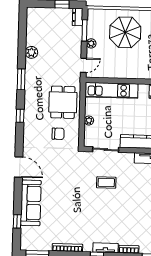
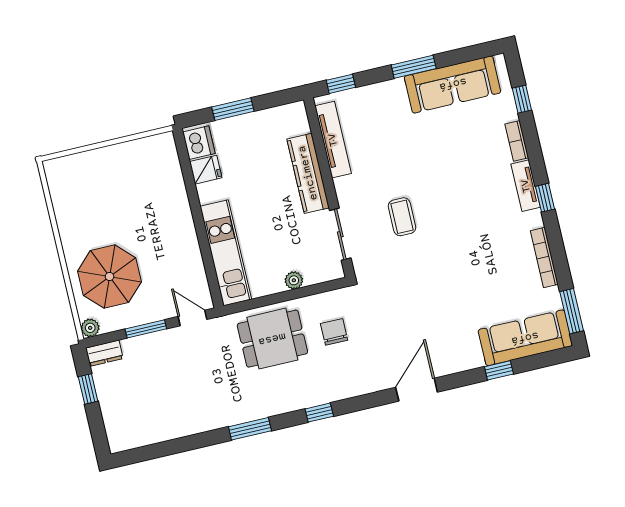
window: (85, 30) -> (146, 329), moved
parasol: (125, 32) -> (109, 277), moved
plant: (91, 43) -> (90, 328), moved
plant: (31, 52) -> (194, 423), removed
sofa: (31, 203) -> (525, 338), moved
window: (17, 221) -> (499, 370), moved

